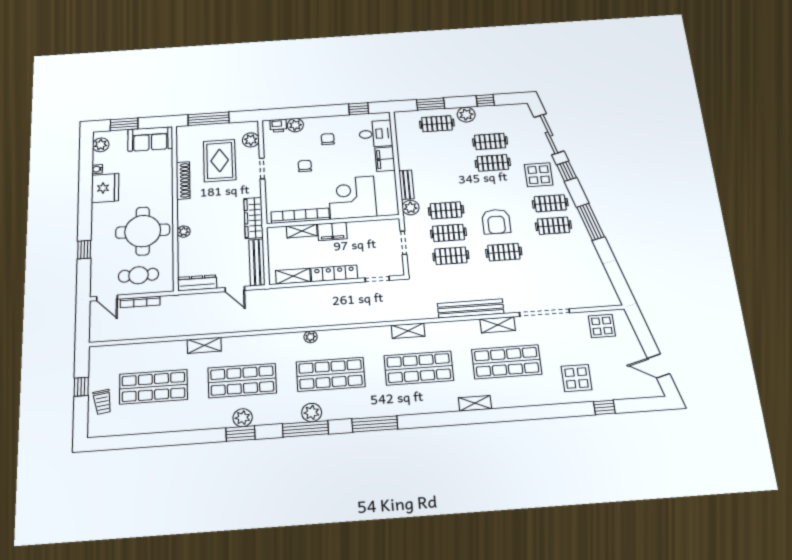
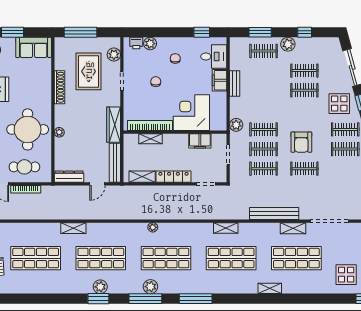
bench: (406, 185) -> (235, 83), moved
filing cabinet: (332, 231) -> (200, 141), moved
door: (235, 289) -> (97, 184), hinge flipped

